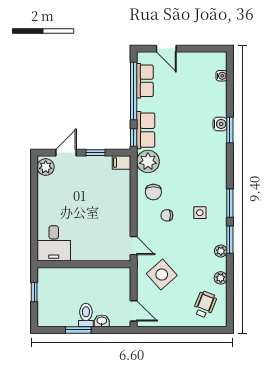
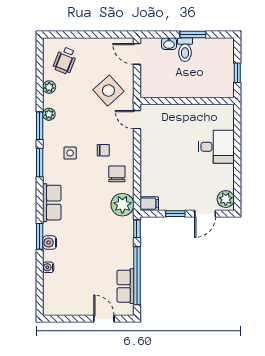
water cooler: (221, 76) -> (48, 267), moved
row of seats: (146, 130) -> (52, 203), moved, turned 180
desk: (54, 243) -> (216, 147), moved, turned 90

